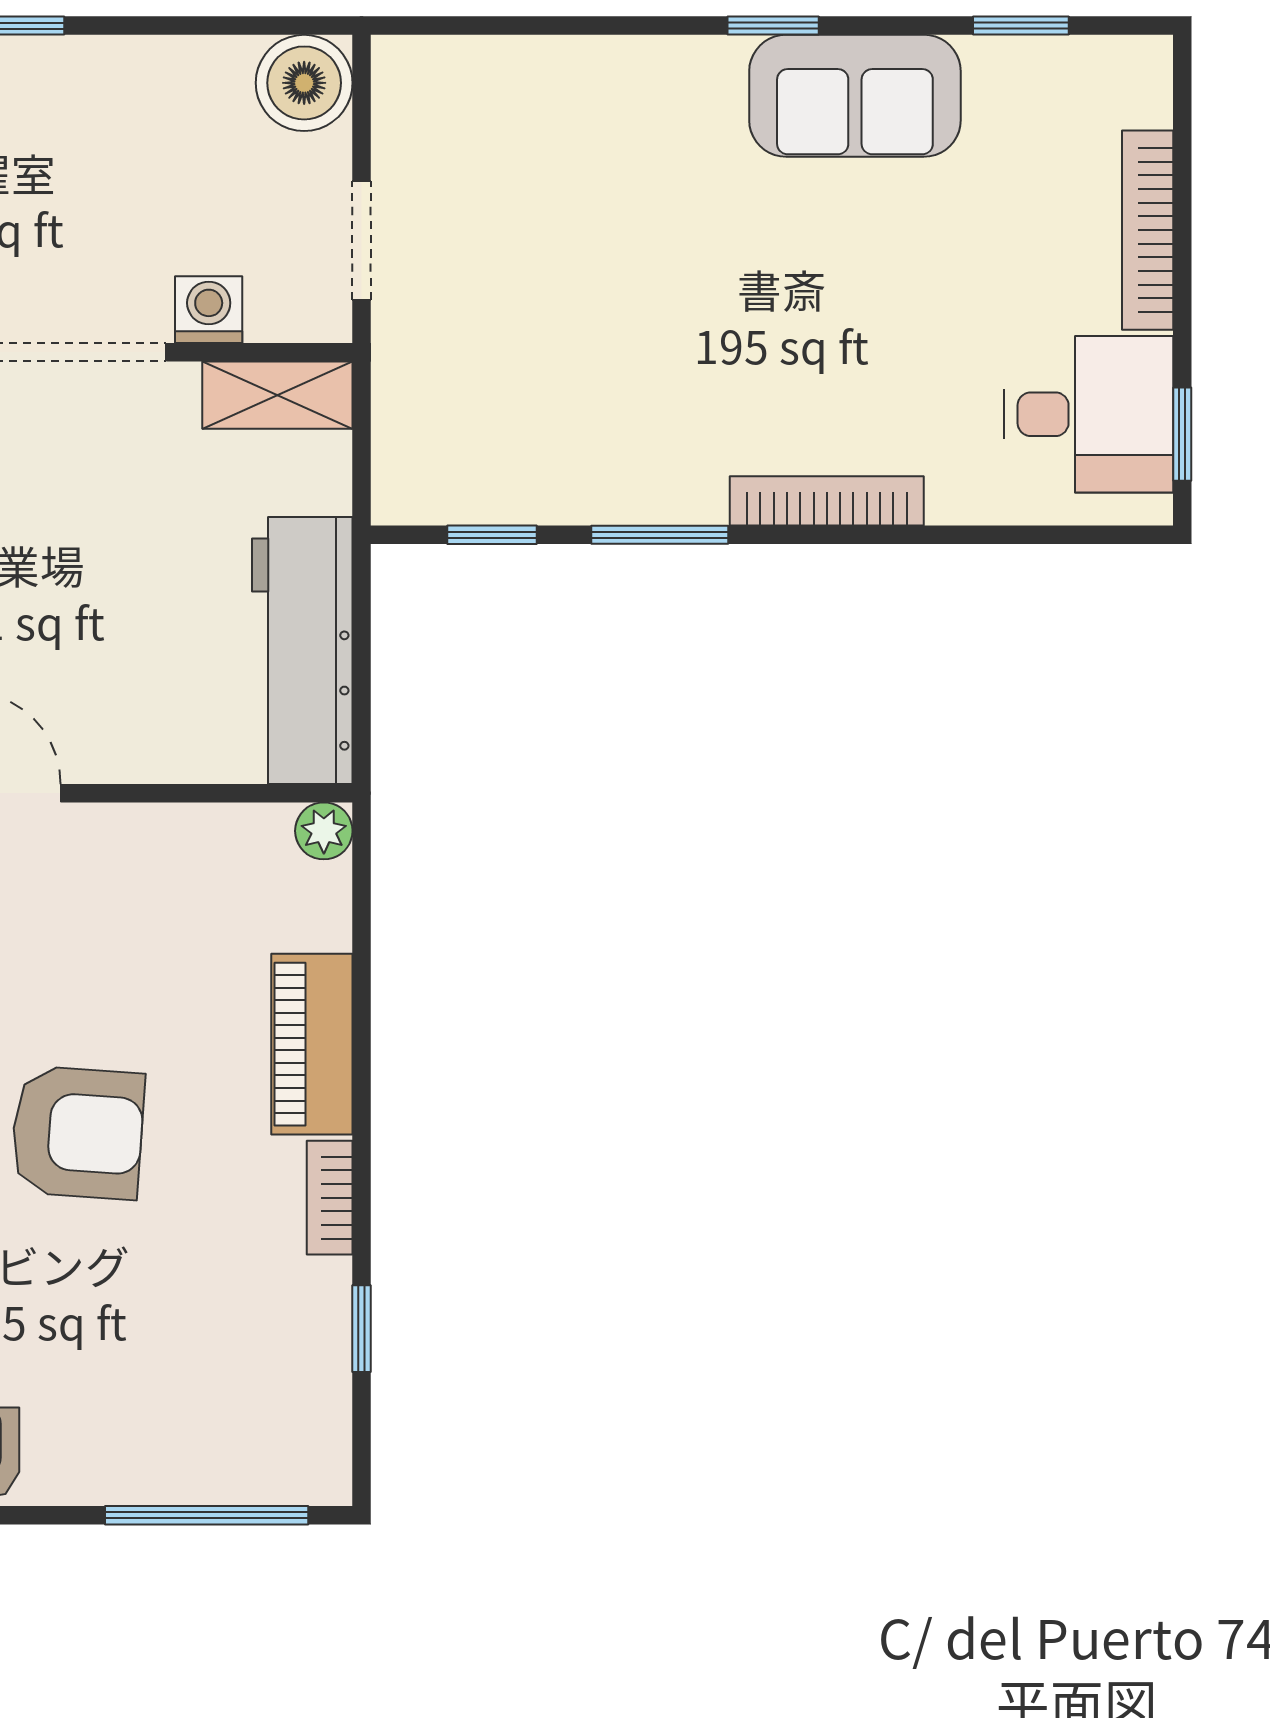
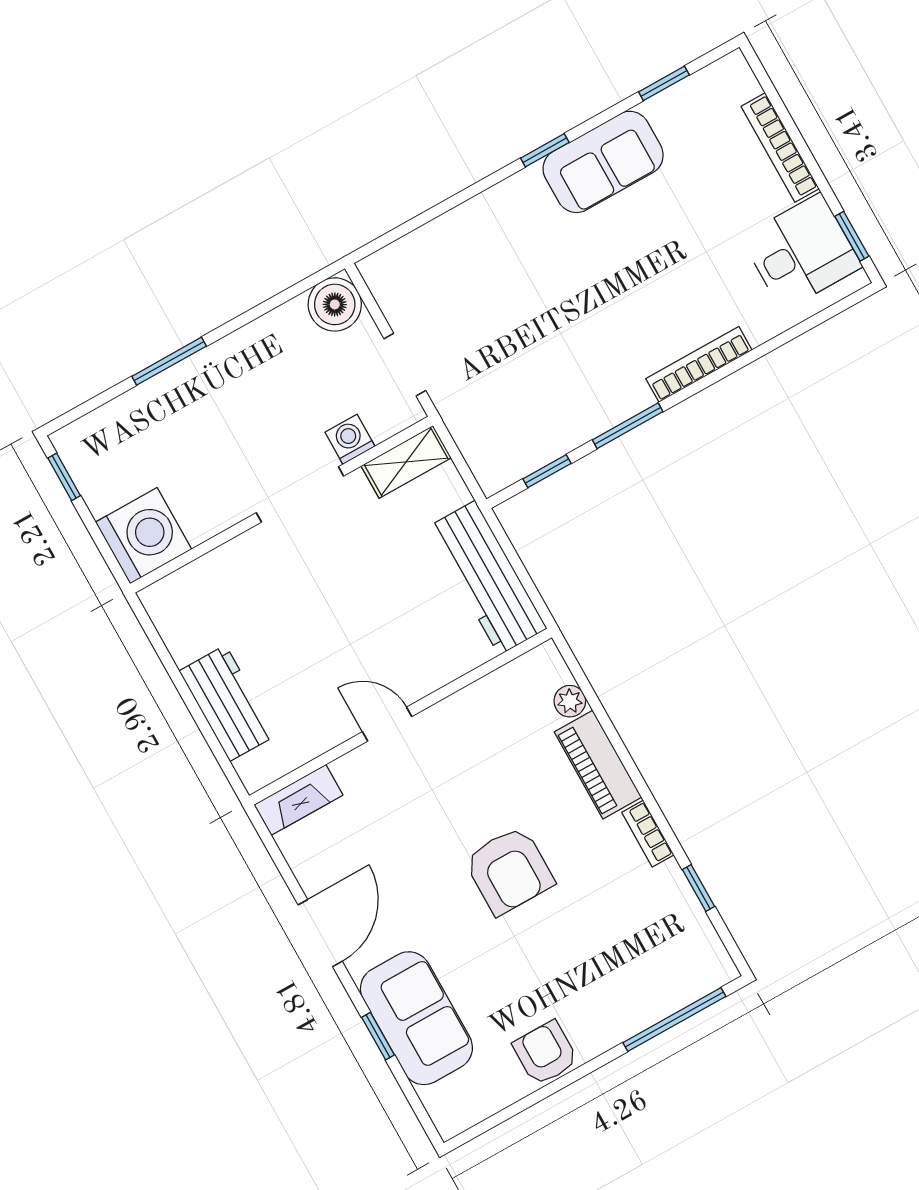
plant: (324, 831) -> (570, 701), moved
armchair: (78, 1133) -> (509, 870), turned 86

